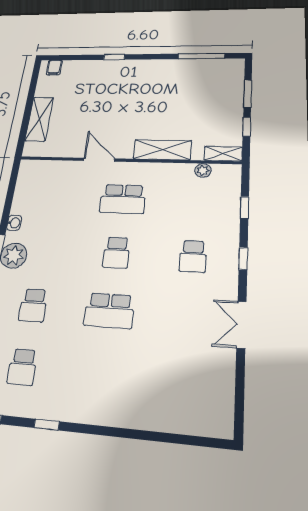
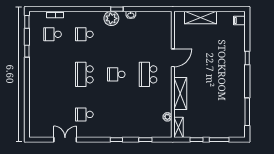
school desk: (193, 256) -> (84, 114), moved
double door: (241, 325) -> (65, 140), moved

